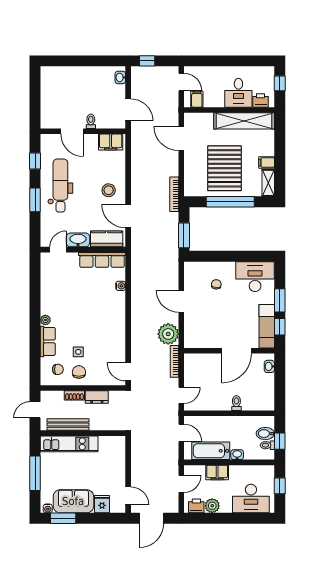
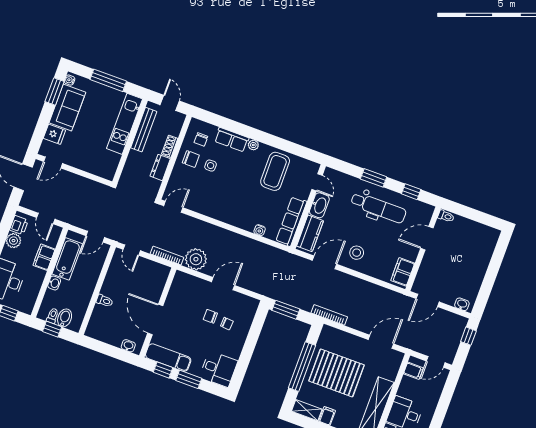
toilet: (91, 121) -> (446, 216), moved
desk: (255, 277) -> (219, 369), width x0.73
coffee table: (62, 291) -> (275, 171), added
chair: (215, 302) -> (210, 316), added

